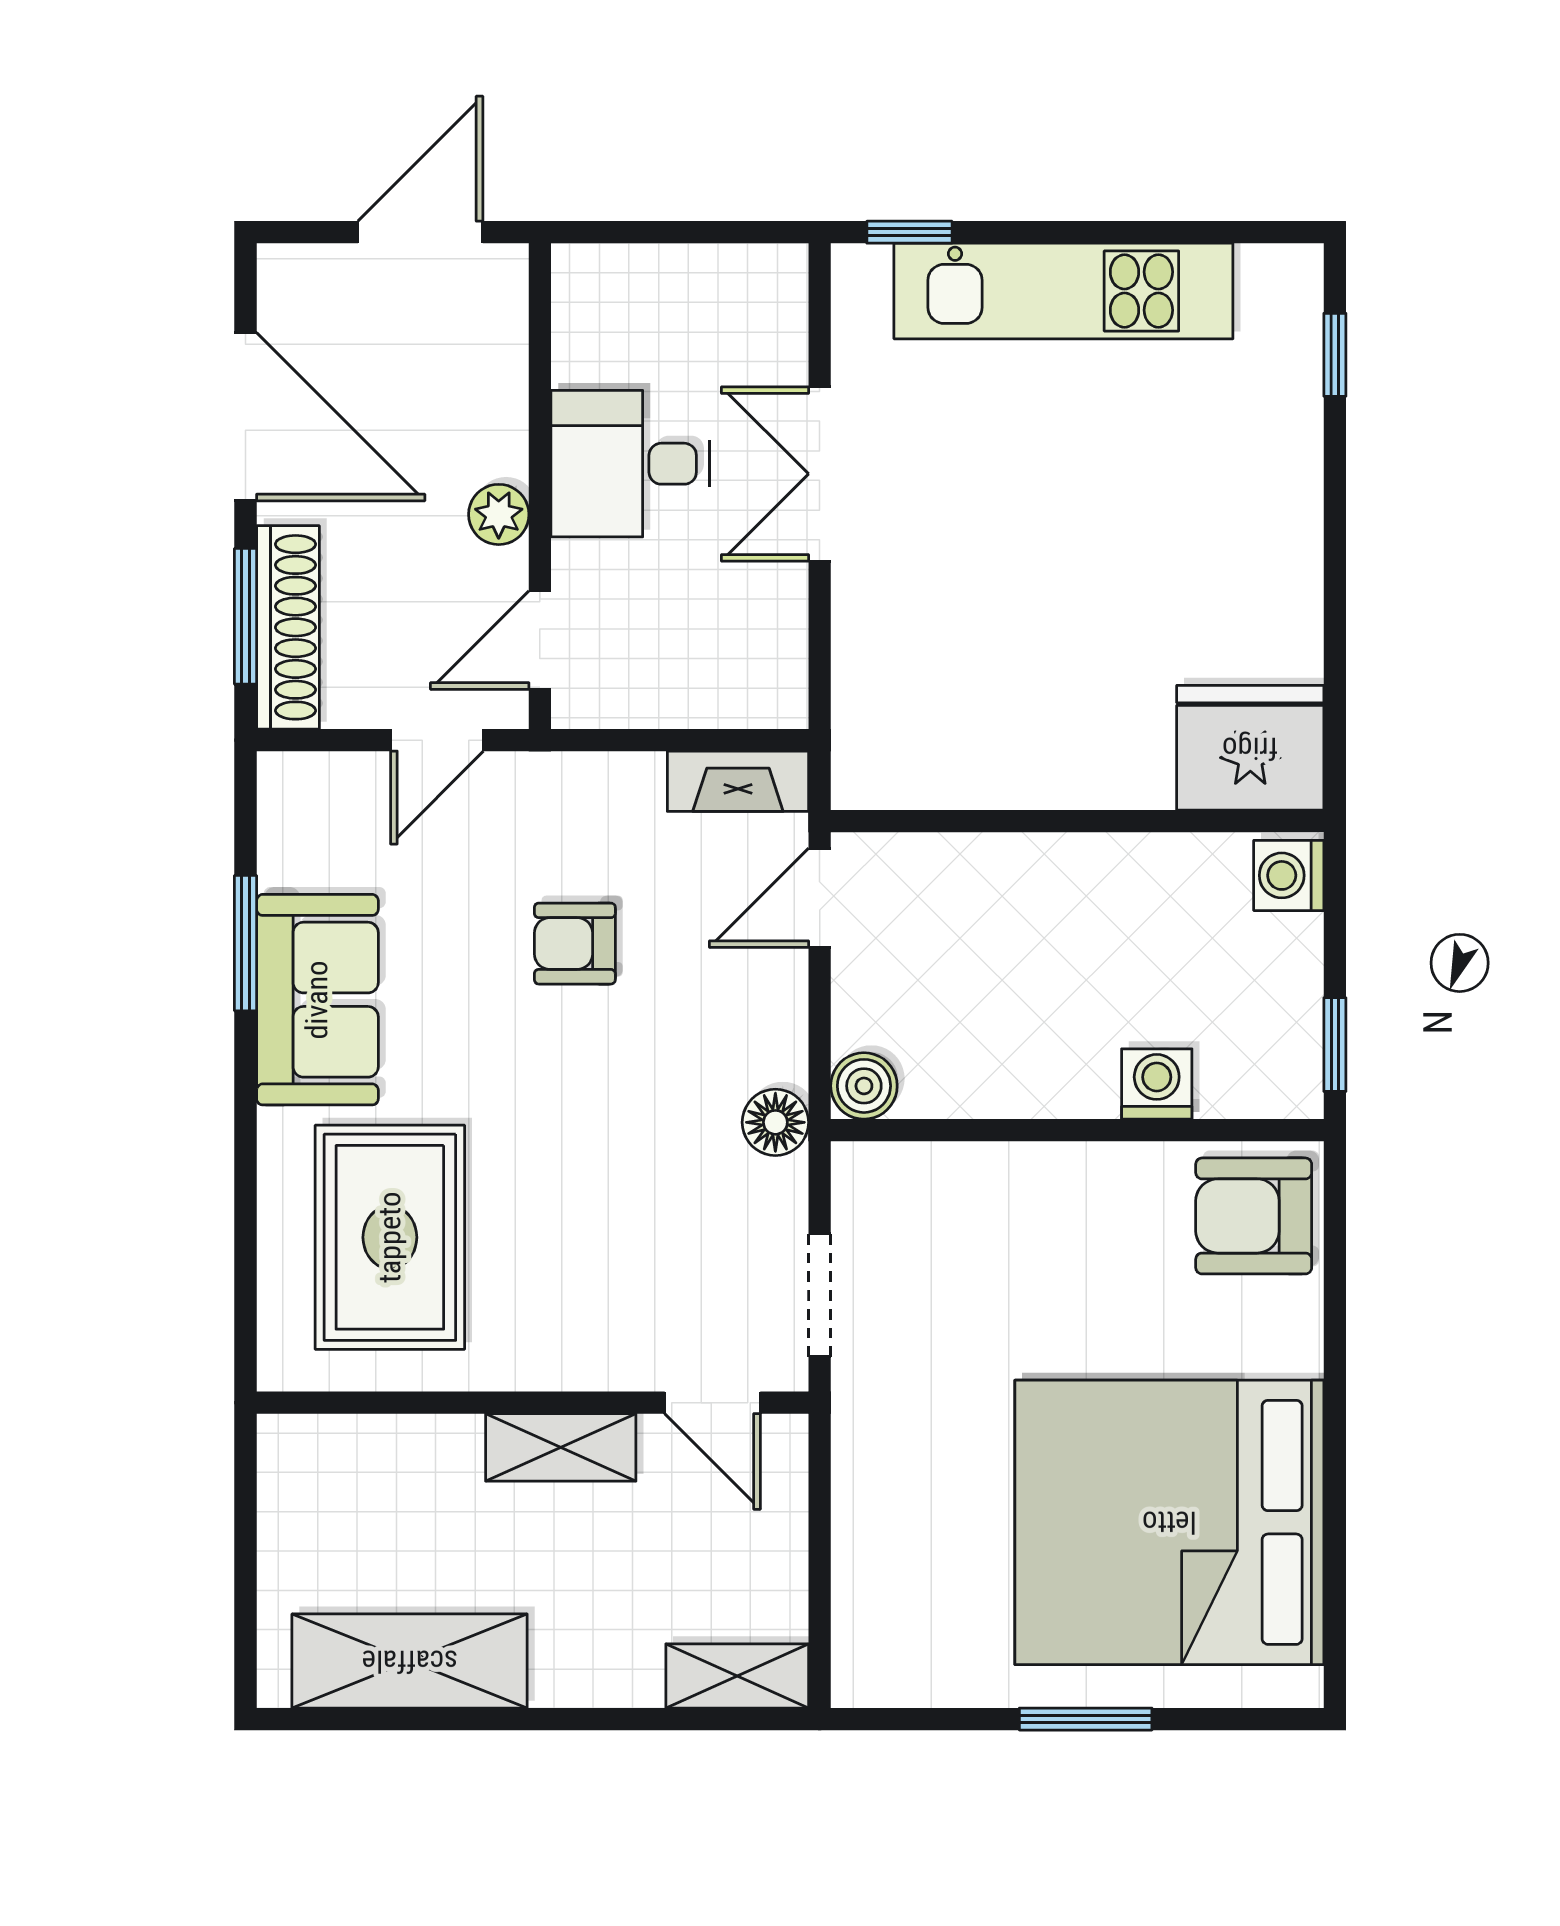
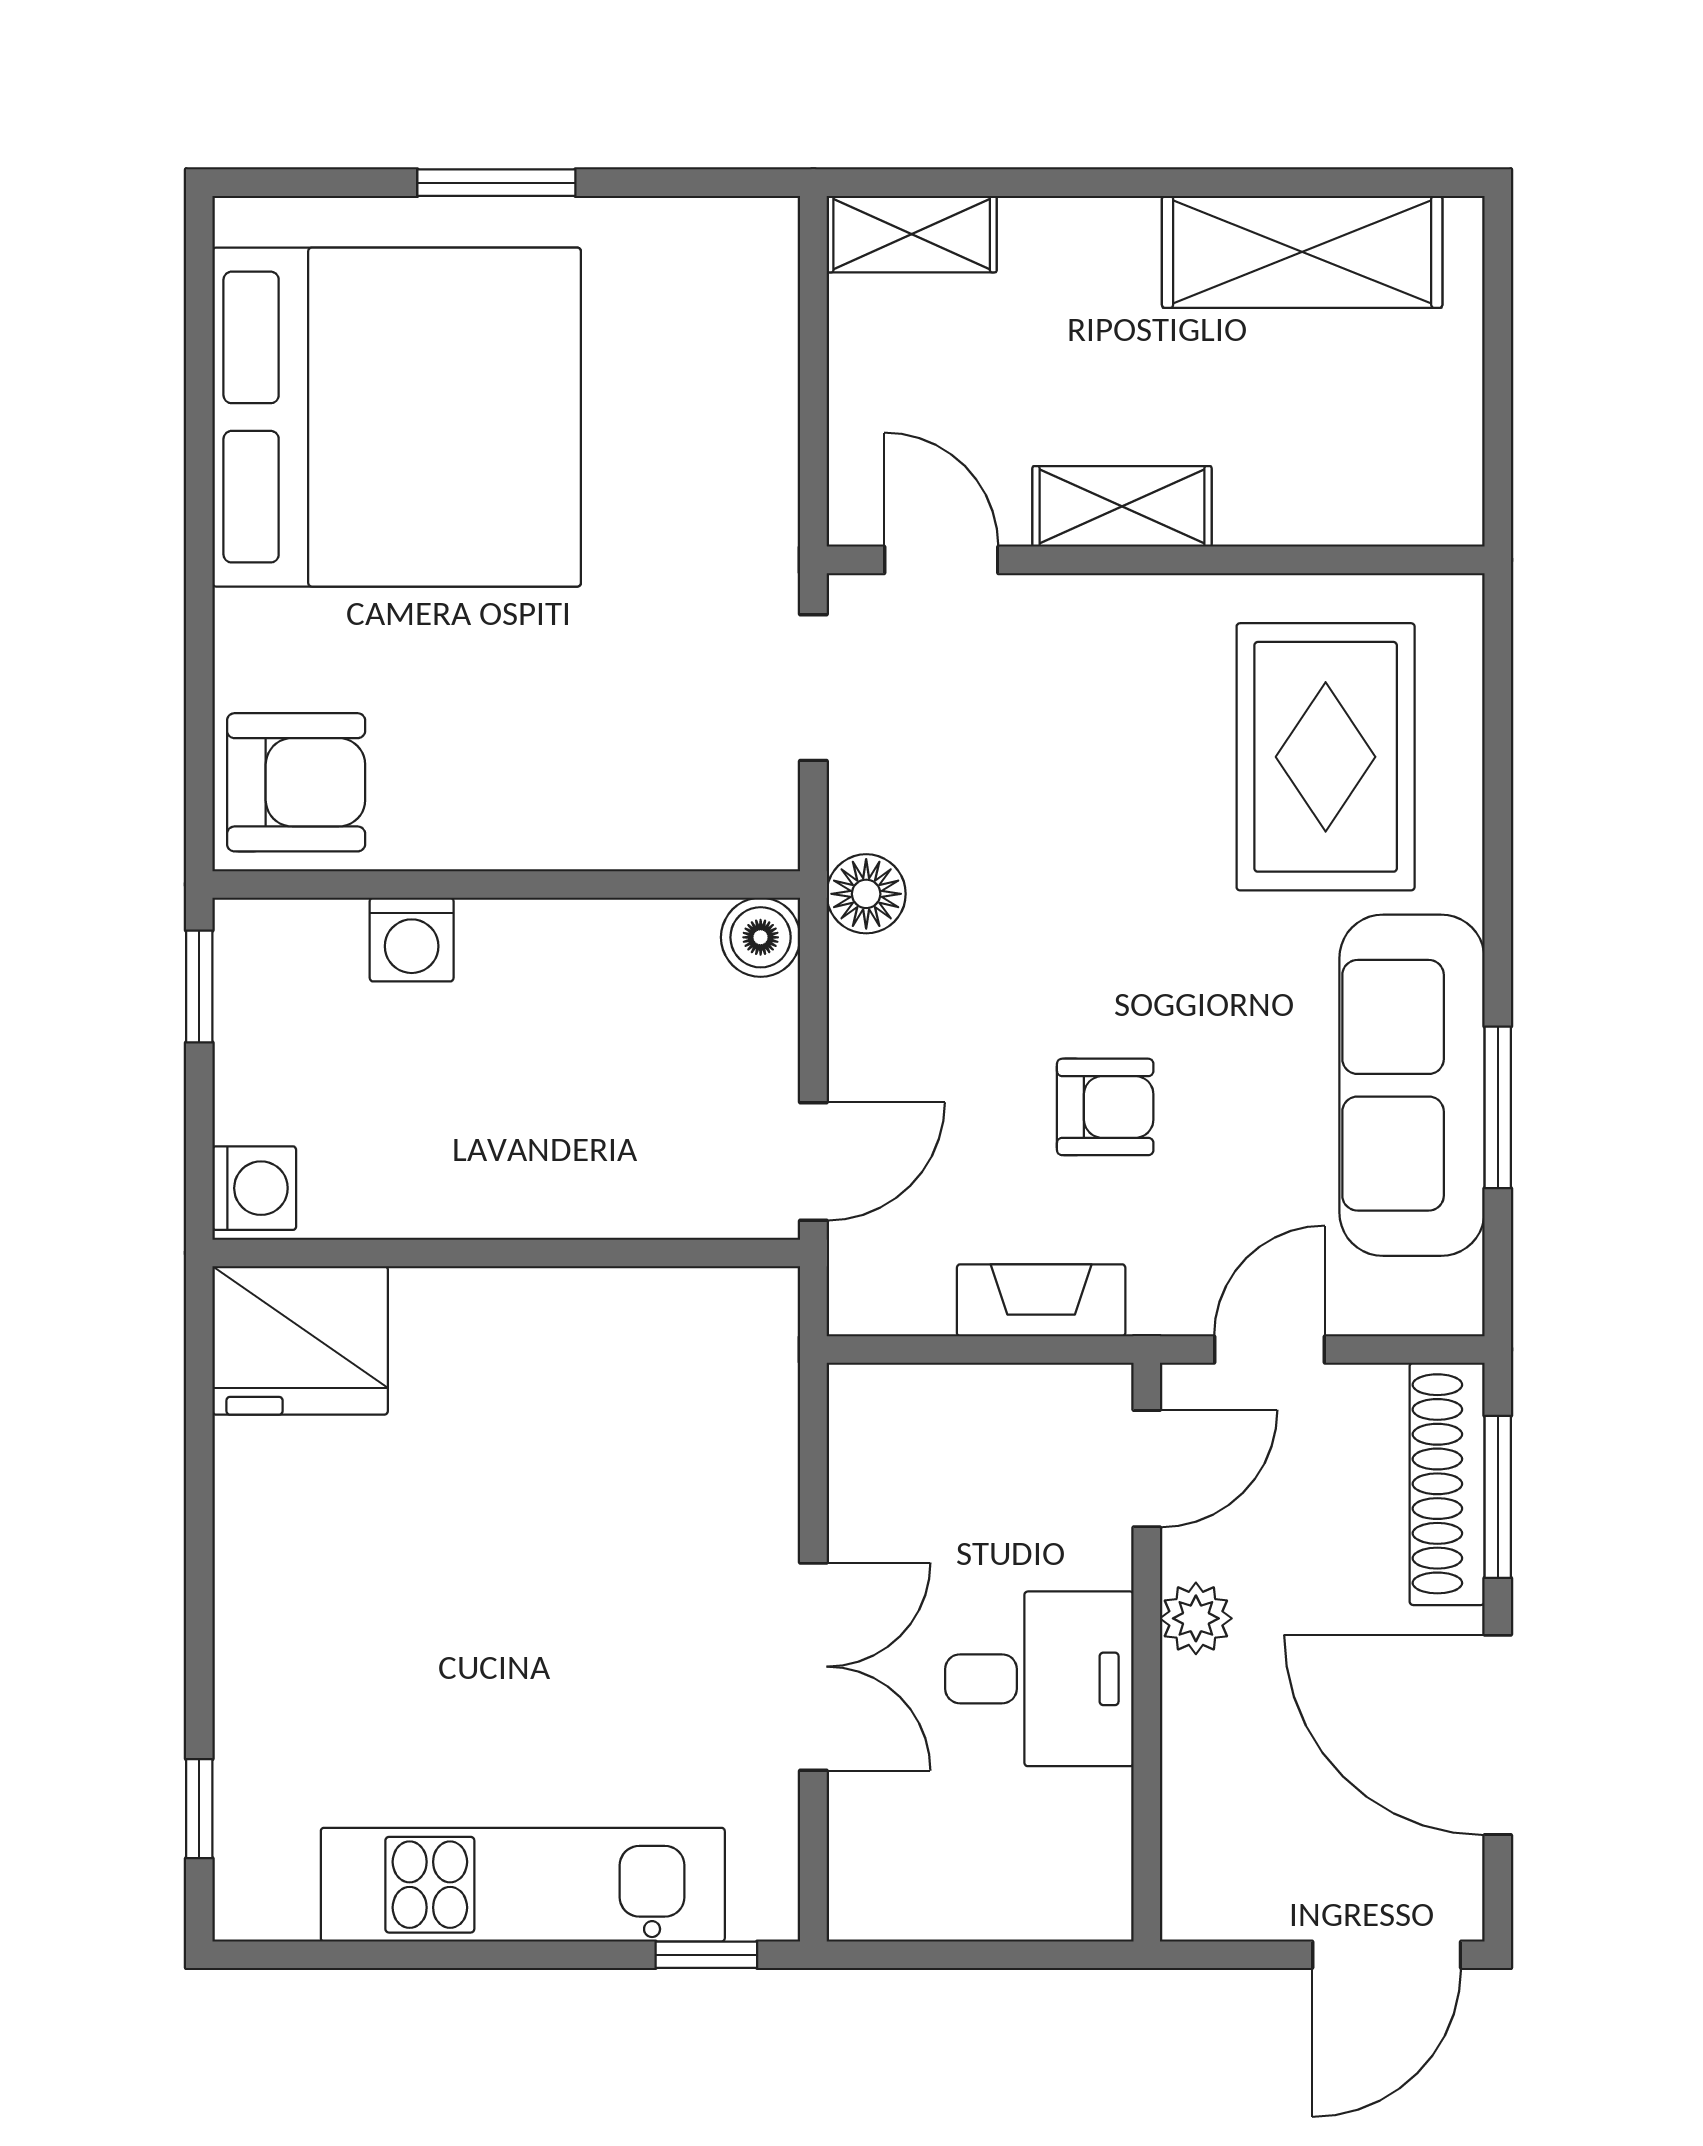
door: (420, 232) -> (1387, 1955), moved
fireplace: (738, 781) -> (1041, 1300), moved
sofa: (317, 1000) -> (1412, 1085), width x1.36

